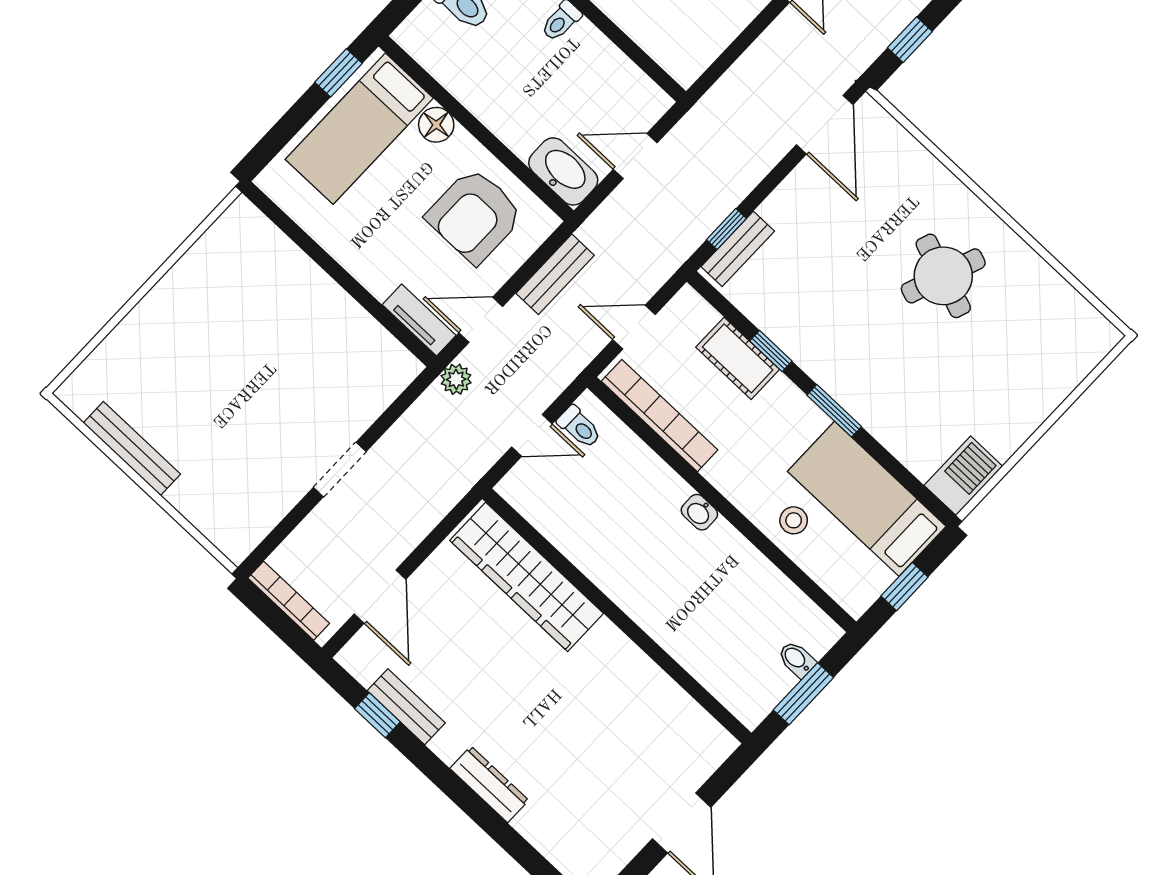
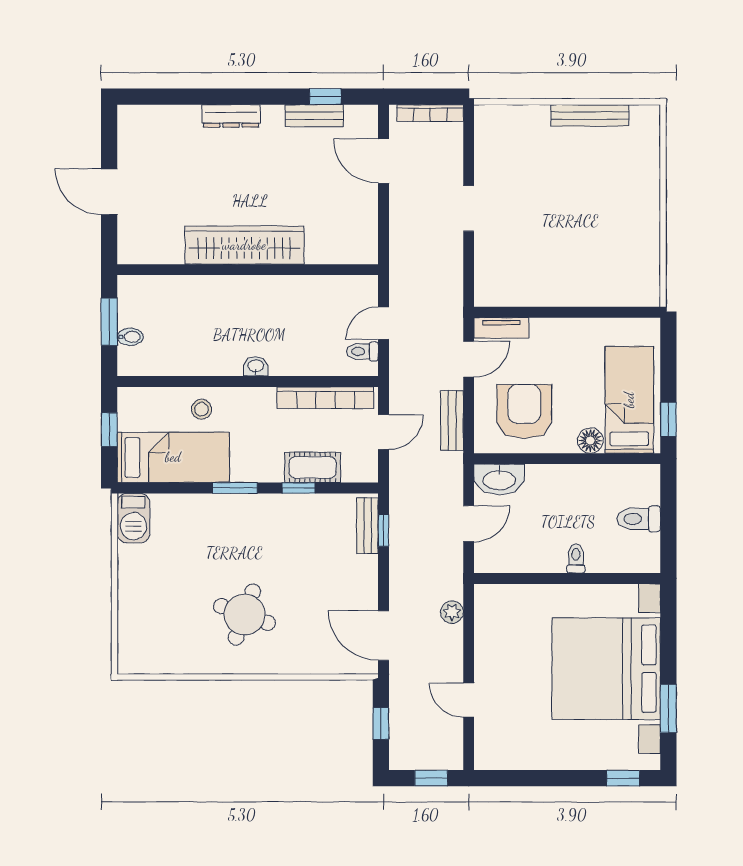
plant: (456, 379) -> (452, 612), moved
wardrobe: (527, 577) -> (244, 245), moved

